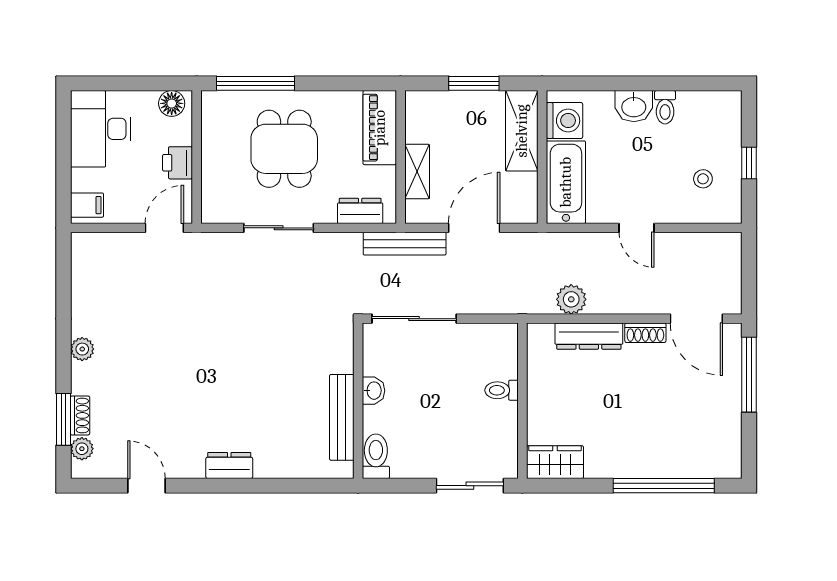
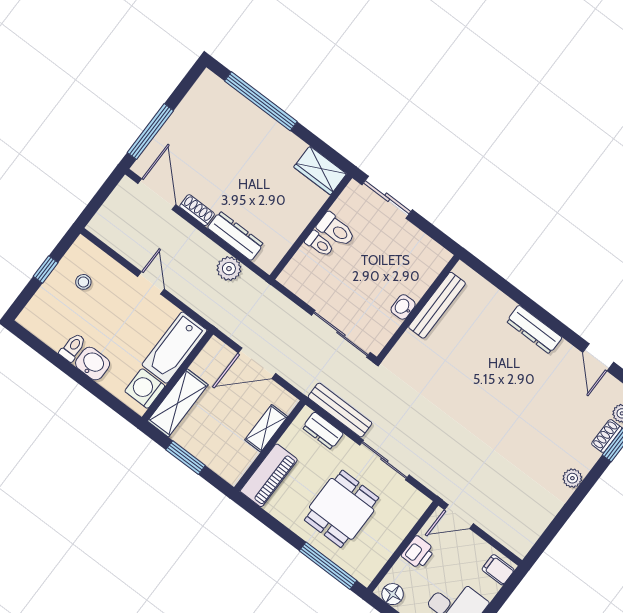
bench: (405, 244) -> (340, 410), moved
toilet: (376, 456) -> (336, 230), moved, turned -90
dresser: (229, 465) -> (534, 329), width x1.44

